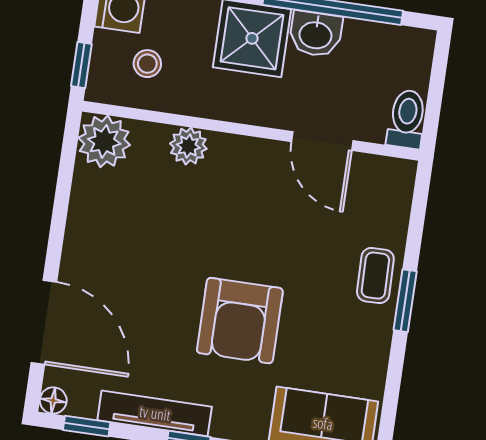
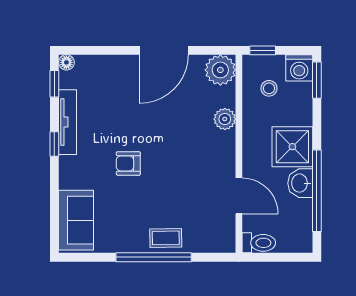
door: (322, 141) -> (239, 196), swing flipped
window: (405, 301) -> (154, 257), width x2.11
armchair: (240, 321) -> (128, 163), width x0.53, depth x0.53
door: (44, 322) -> (164, 50), moved

